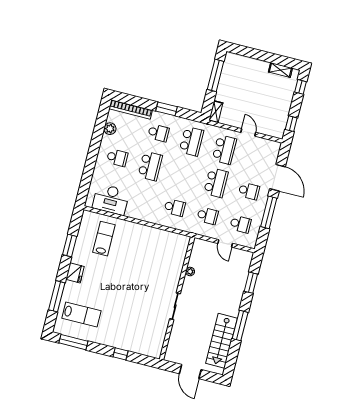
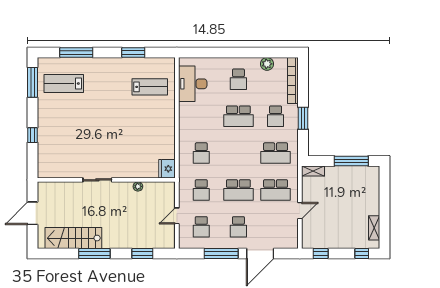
fridge: (75, 273) -> (167, 169), moved, turned 90
lab bench: (81, 314) -> (64, 83), turned 90

